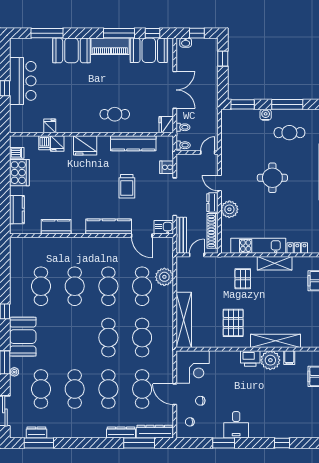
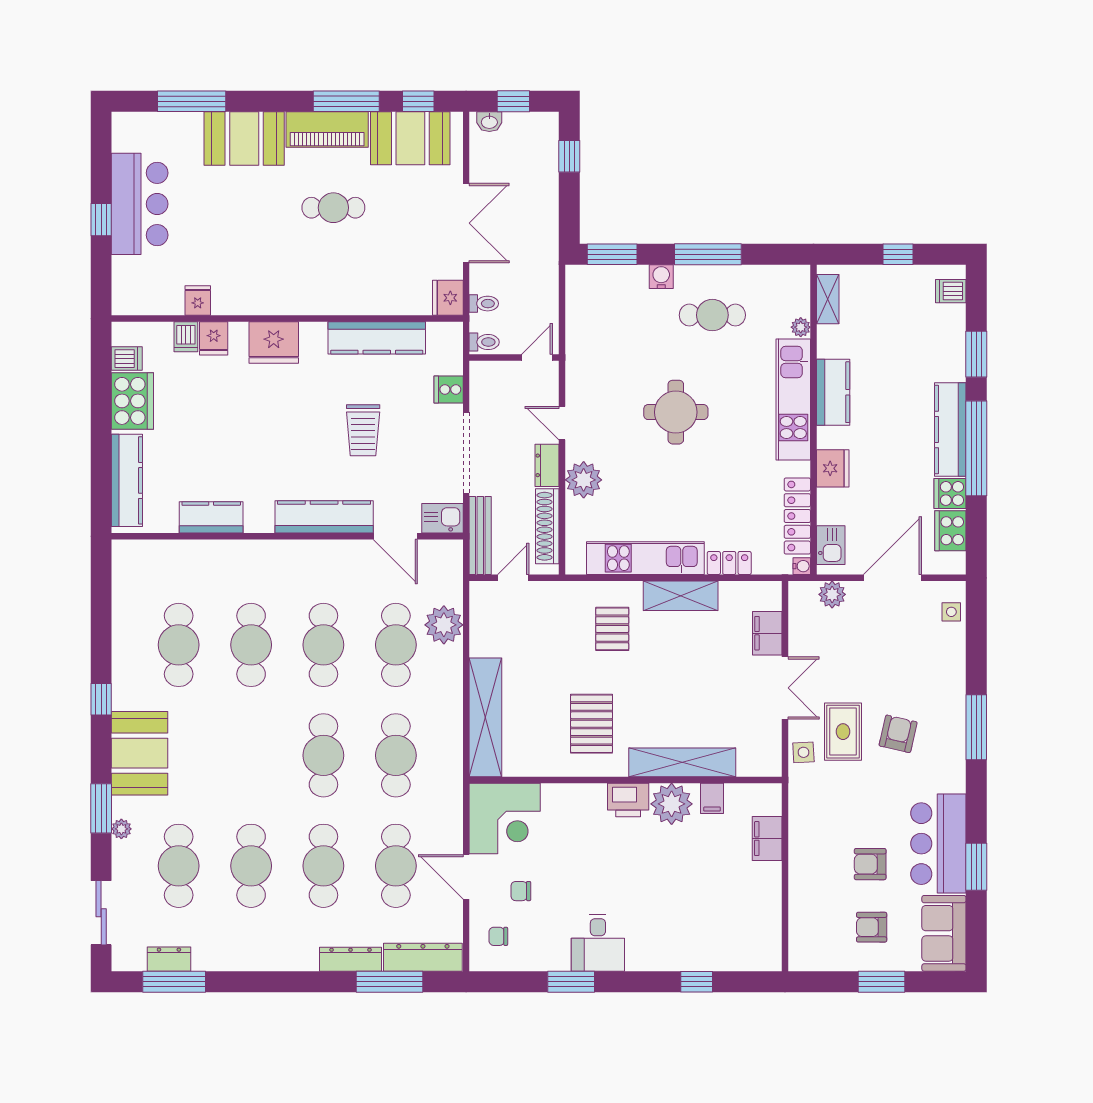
cafe table: (115, 114) -> (333, 208), moved
kitchen counter: (17, 210) -> (127, 480), width x1.50

